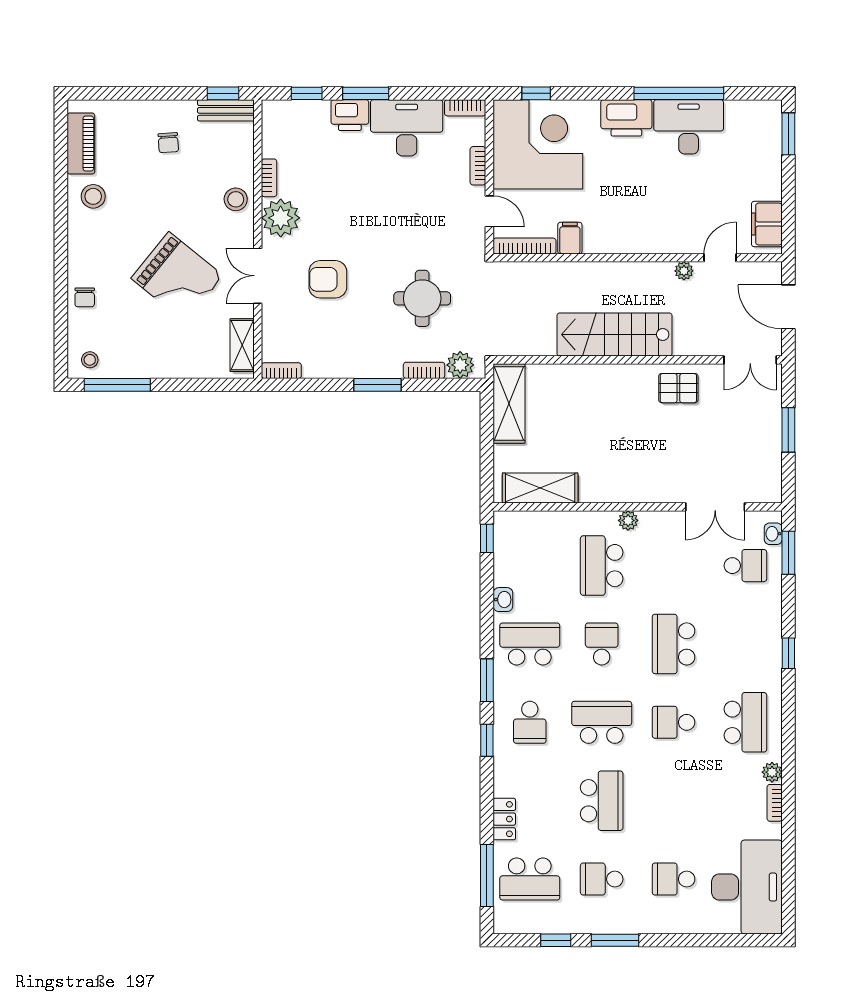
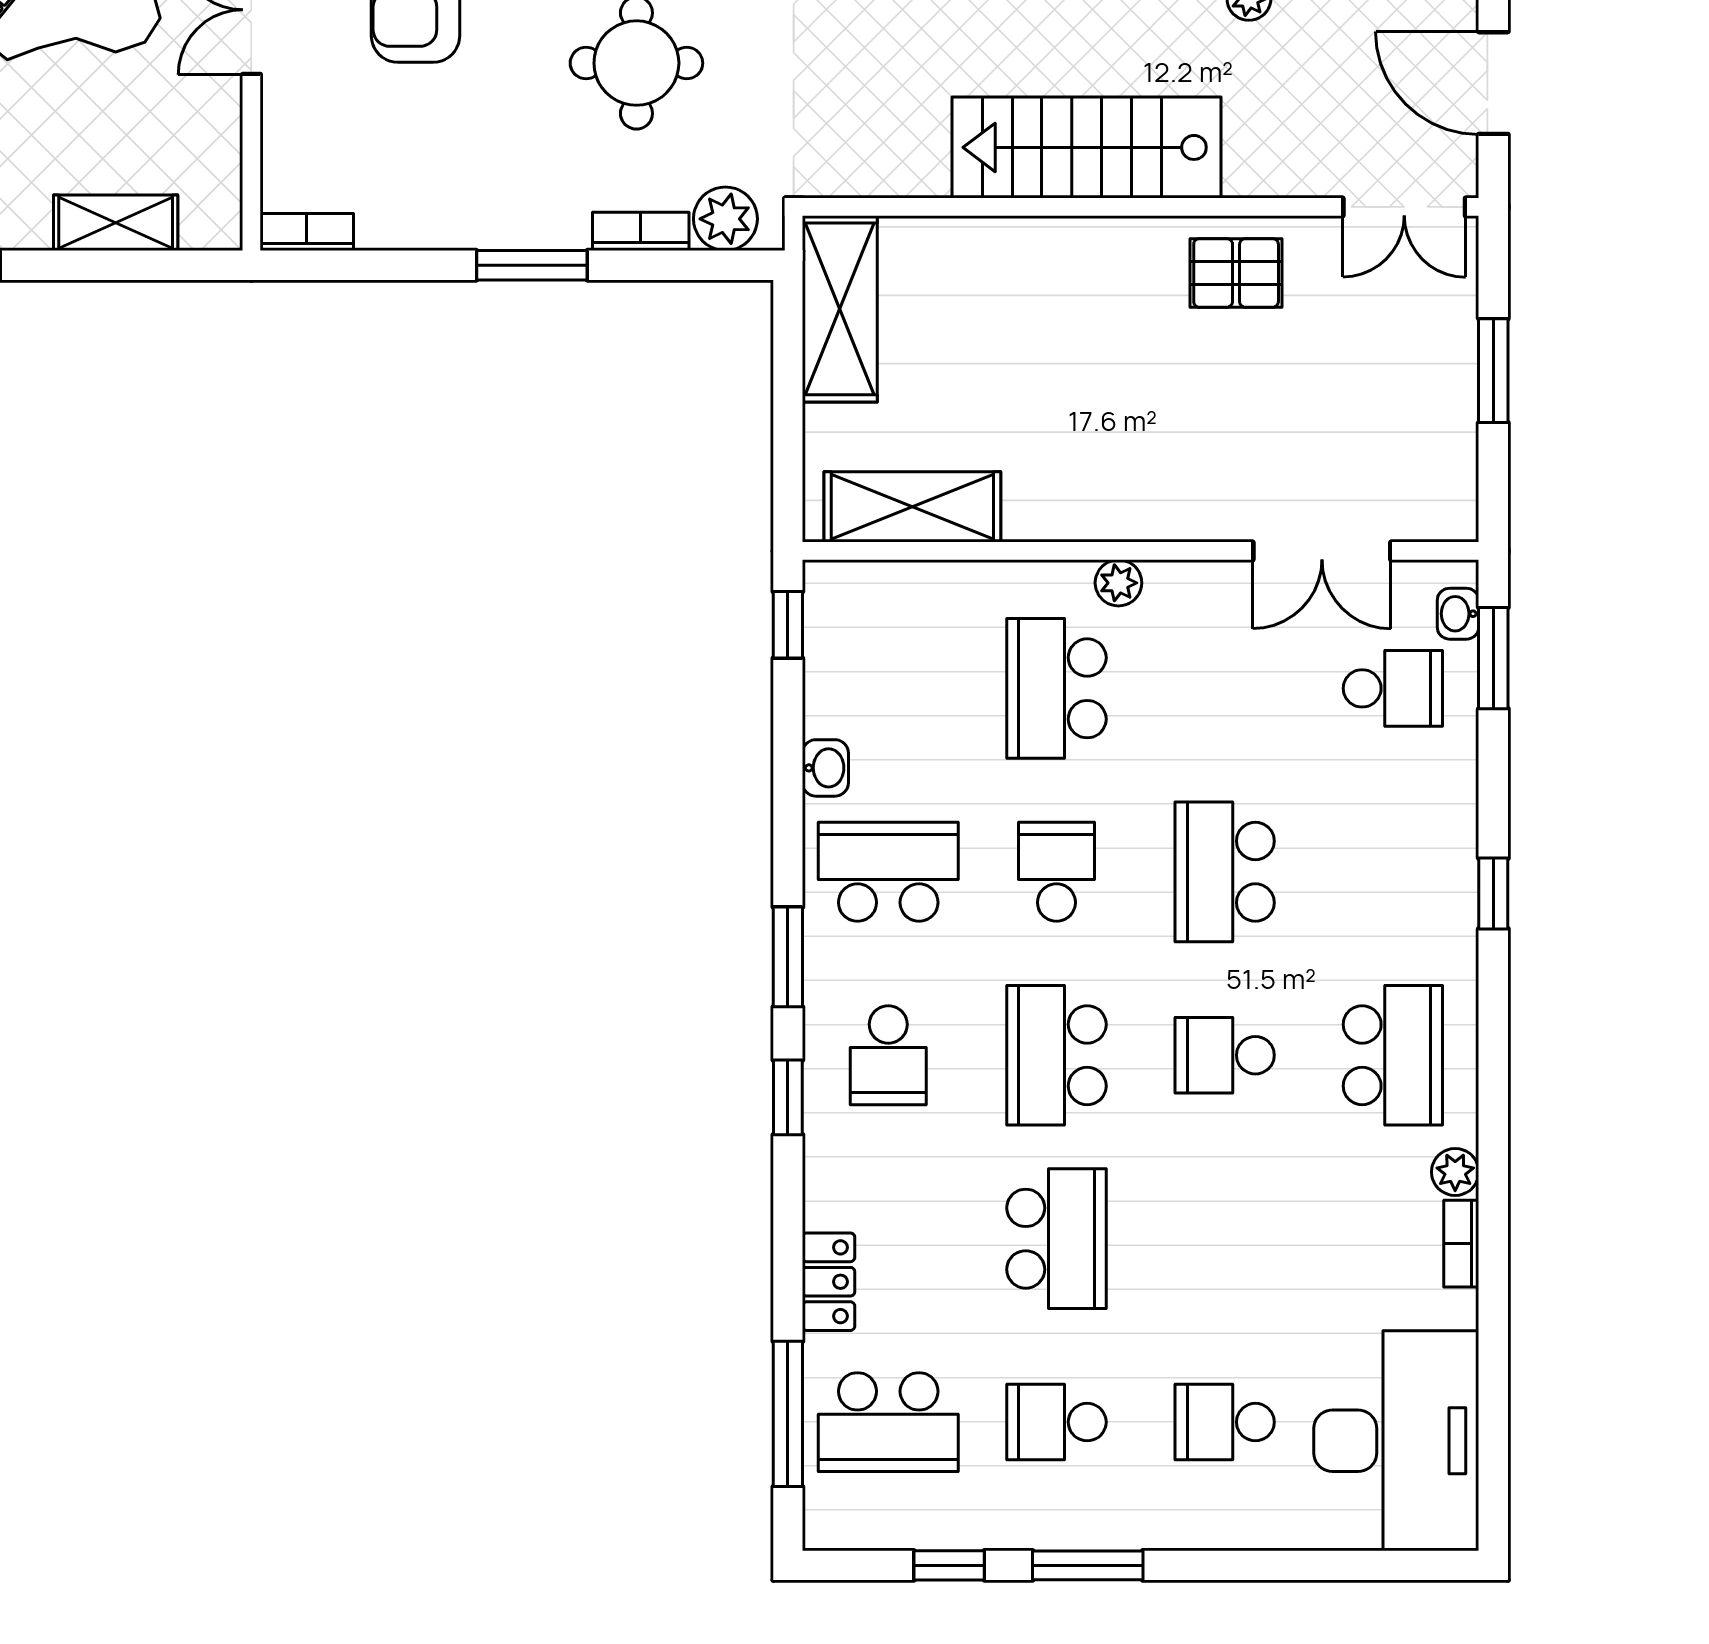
shelving: (242, 345) -> (116, 223), moved, turned 90
school desk: (602, 722) -> (1056, 1055), turned -90

